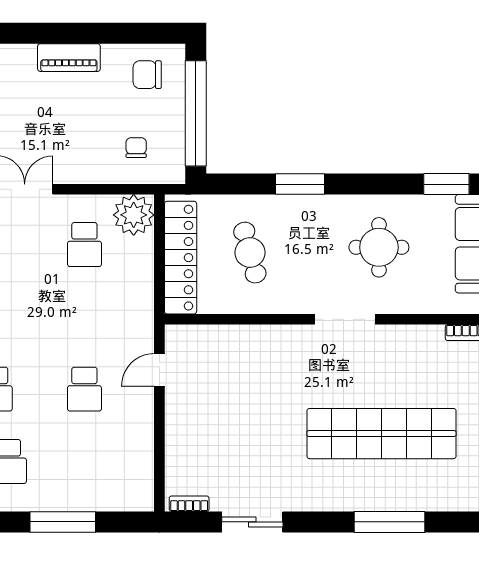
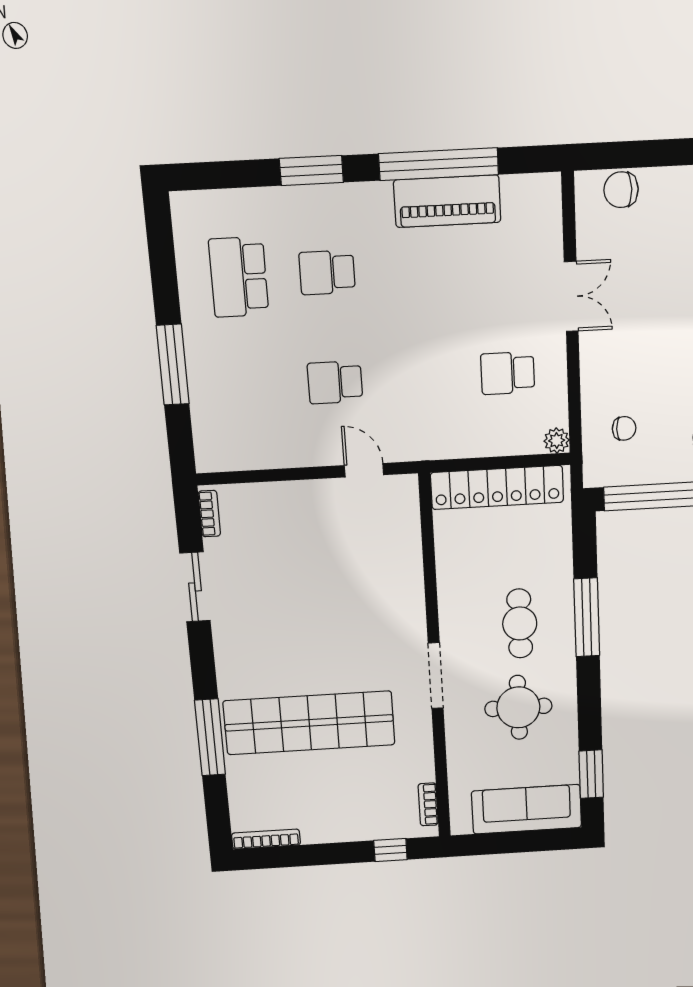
window: (300, 184) -> (587, 617), width x1.44
plant: (134, 215) -> (557, 441), width x0.53, depth x0.53
cafe table: (250, 253) -> (520, 623), moved, turned -75
shop shelf: (382, 434) -> (309, 723), turned 90

